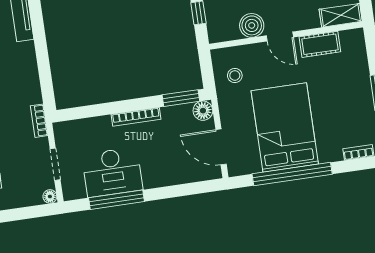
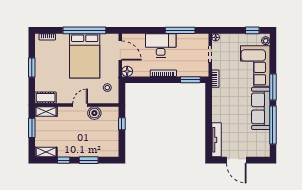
door: (280, 36) -> (80, 105), hinge flipped
cot: (320, 44) -> (46, 98), moved
window: (181, 98) -> (190, 80), moved
desk: (112, 172) -> (161, 46), moved

